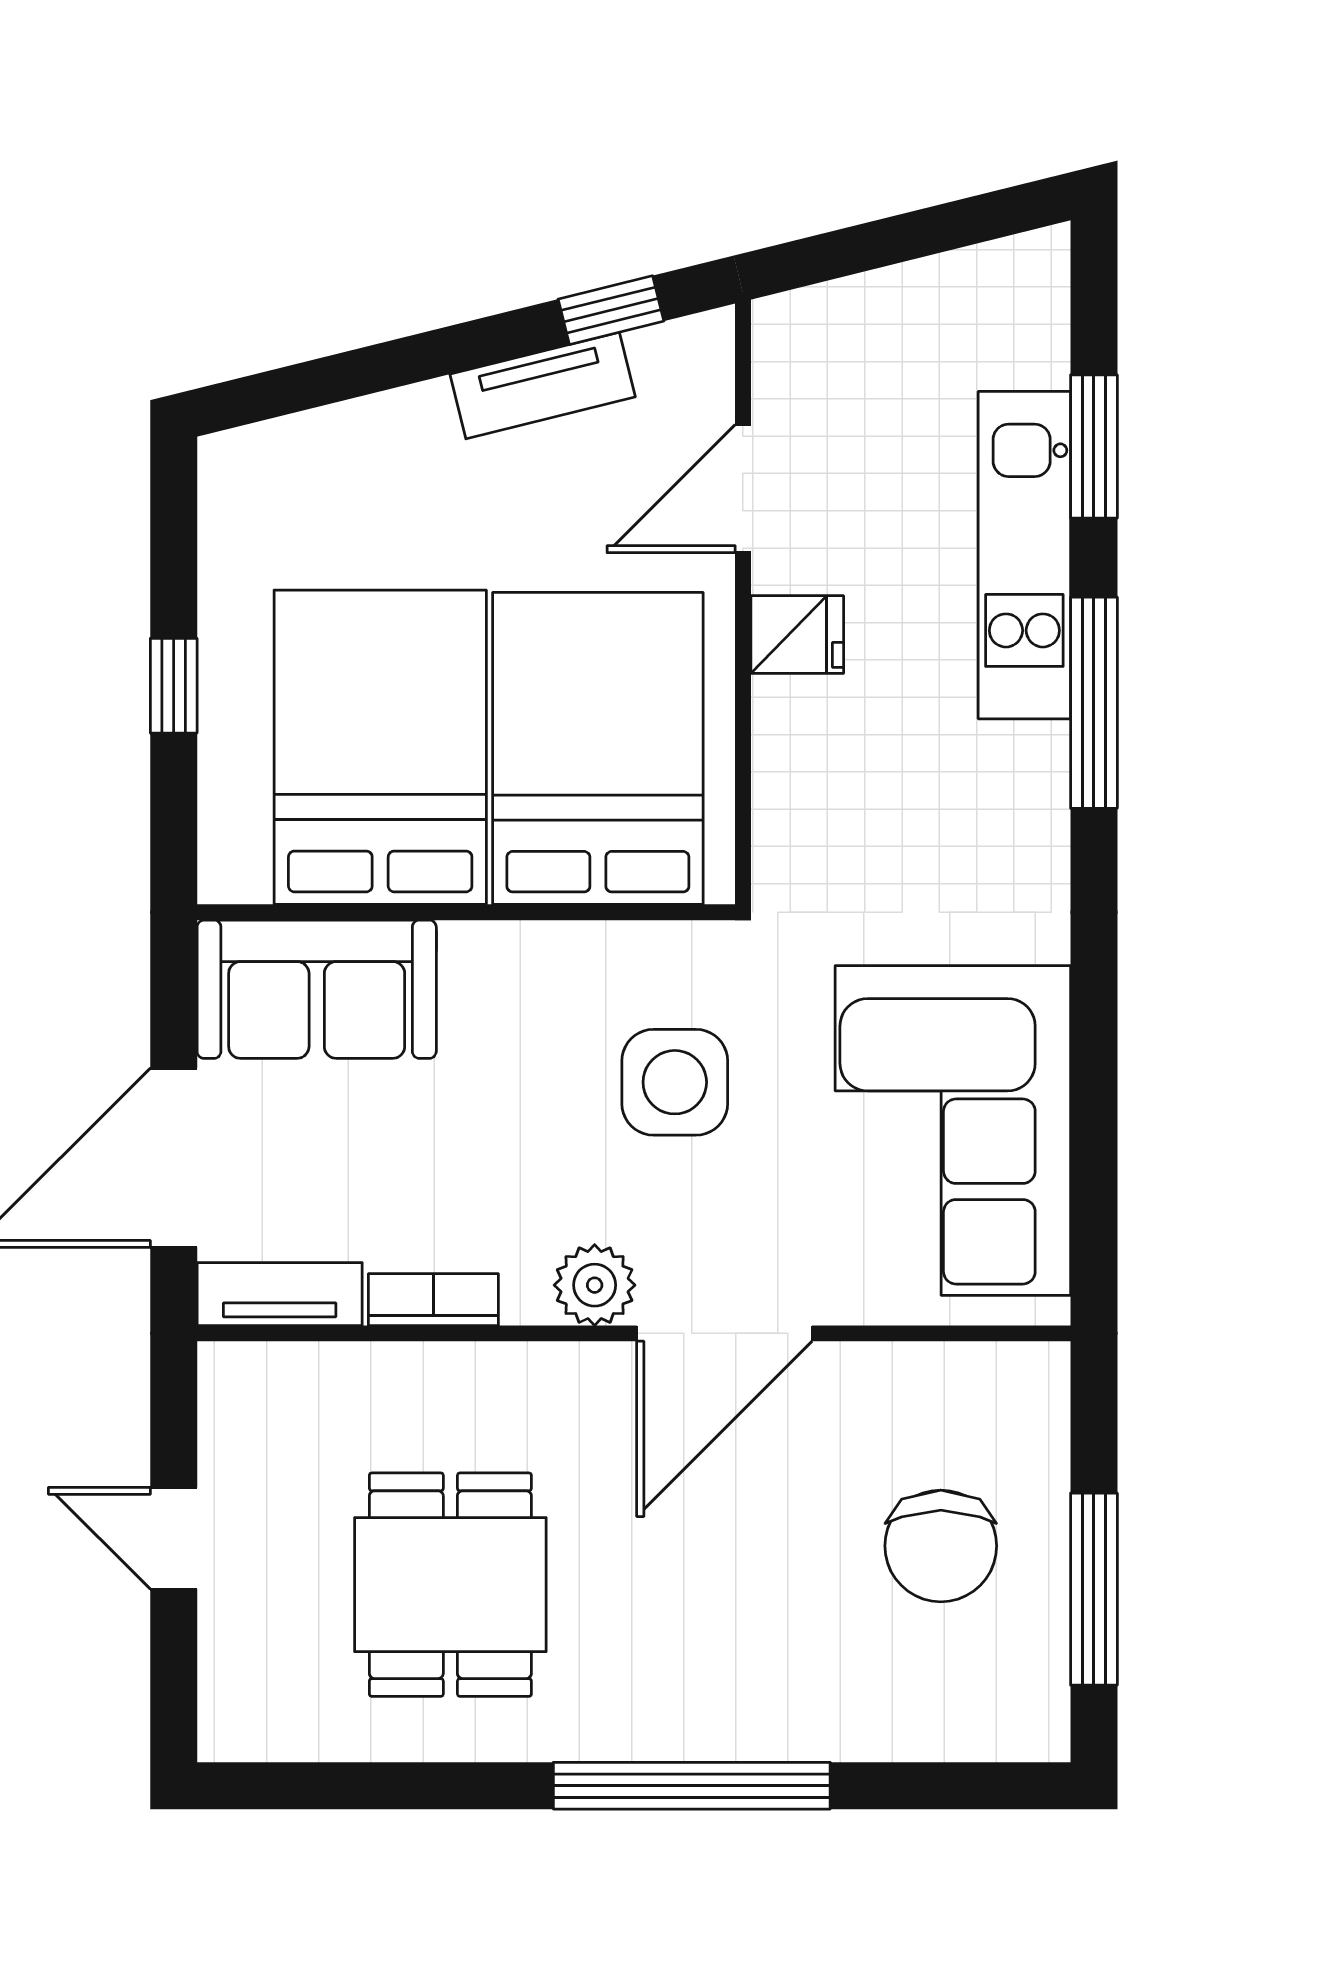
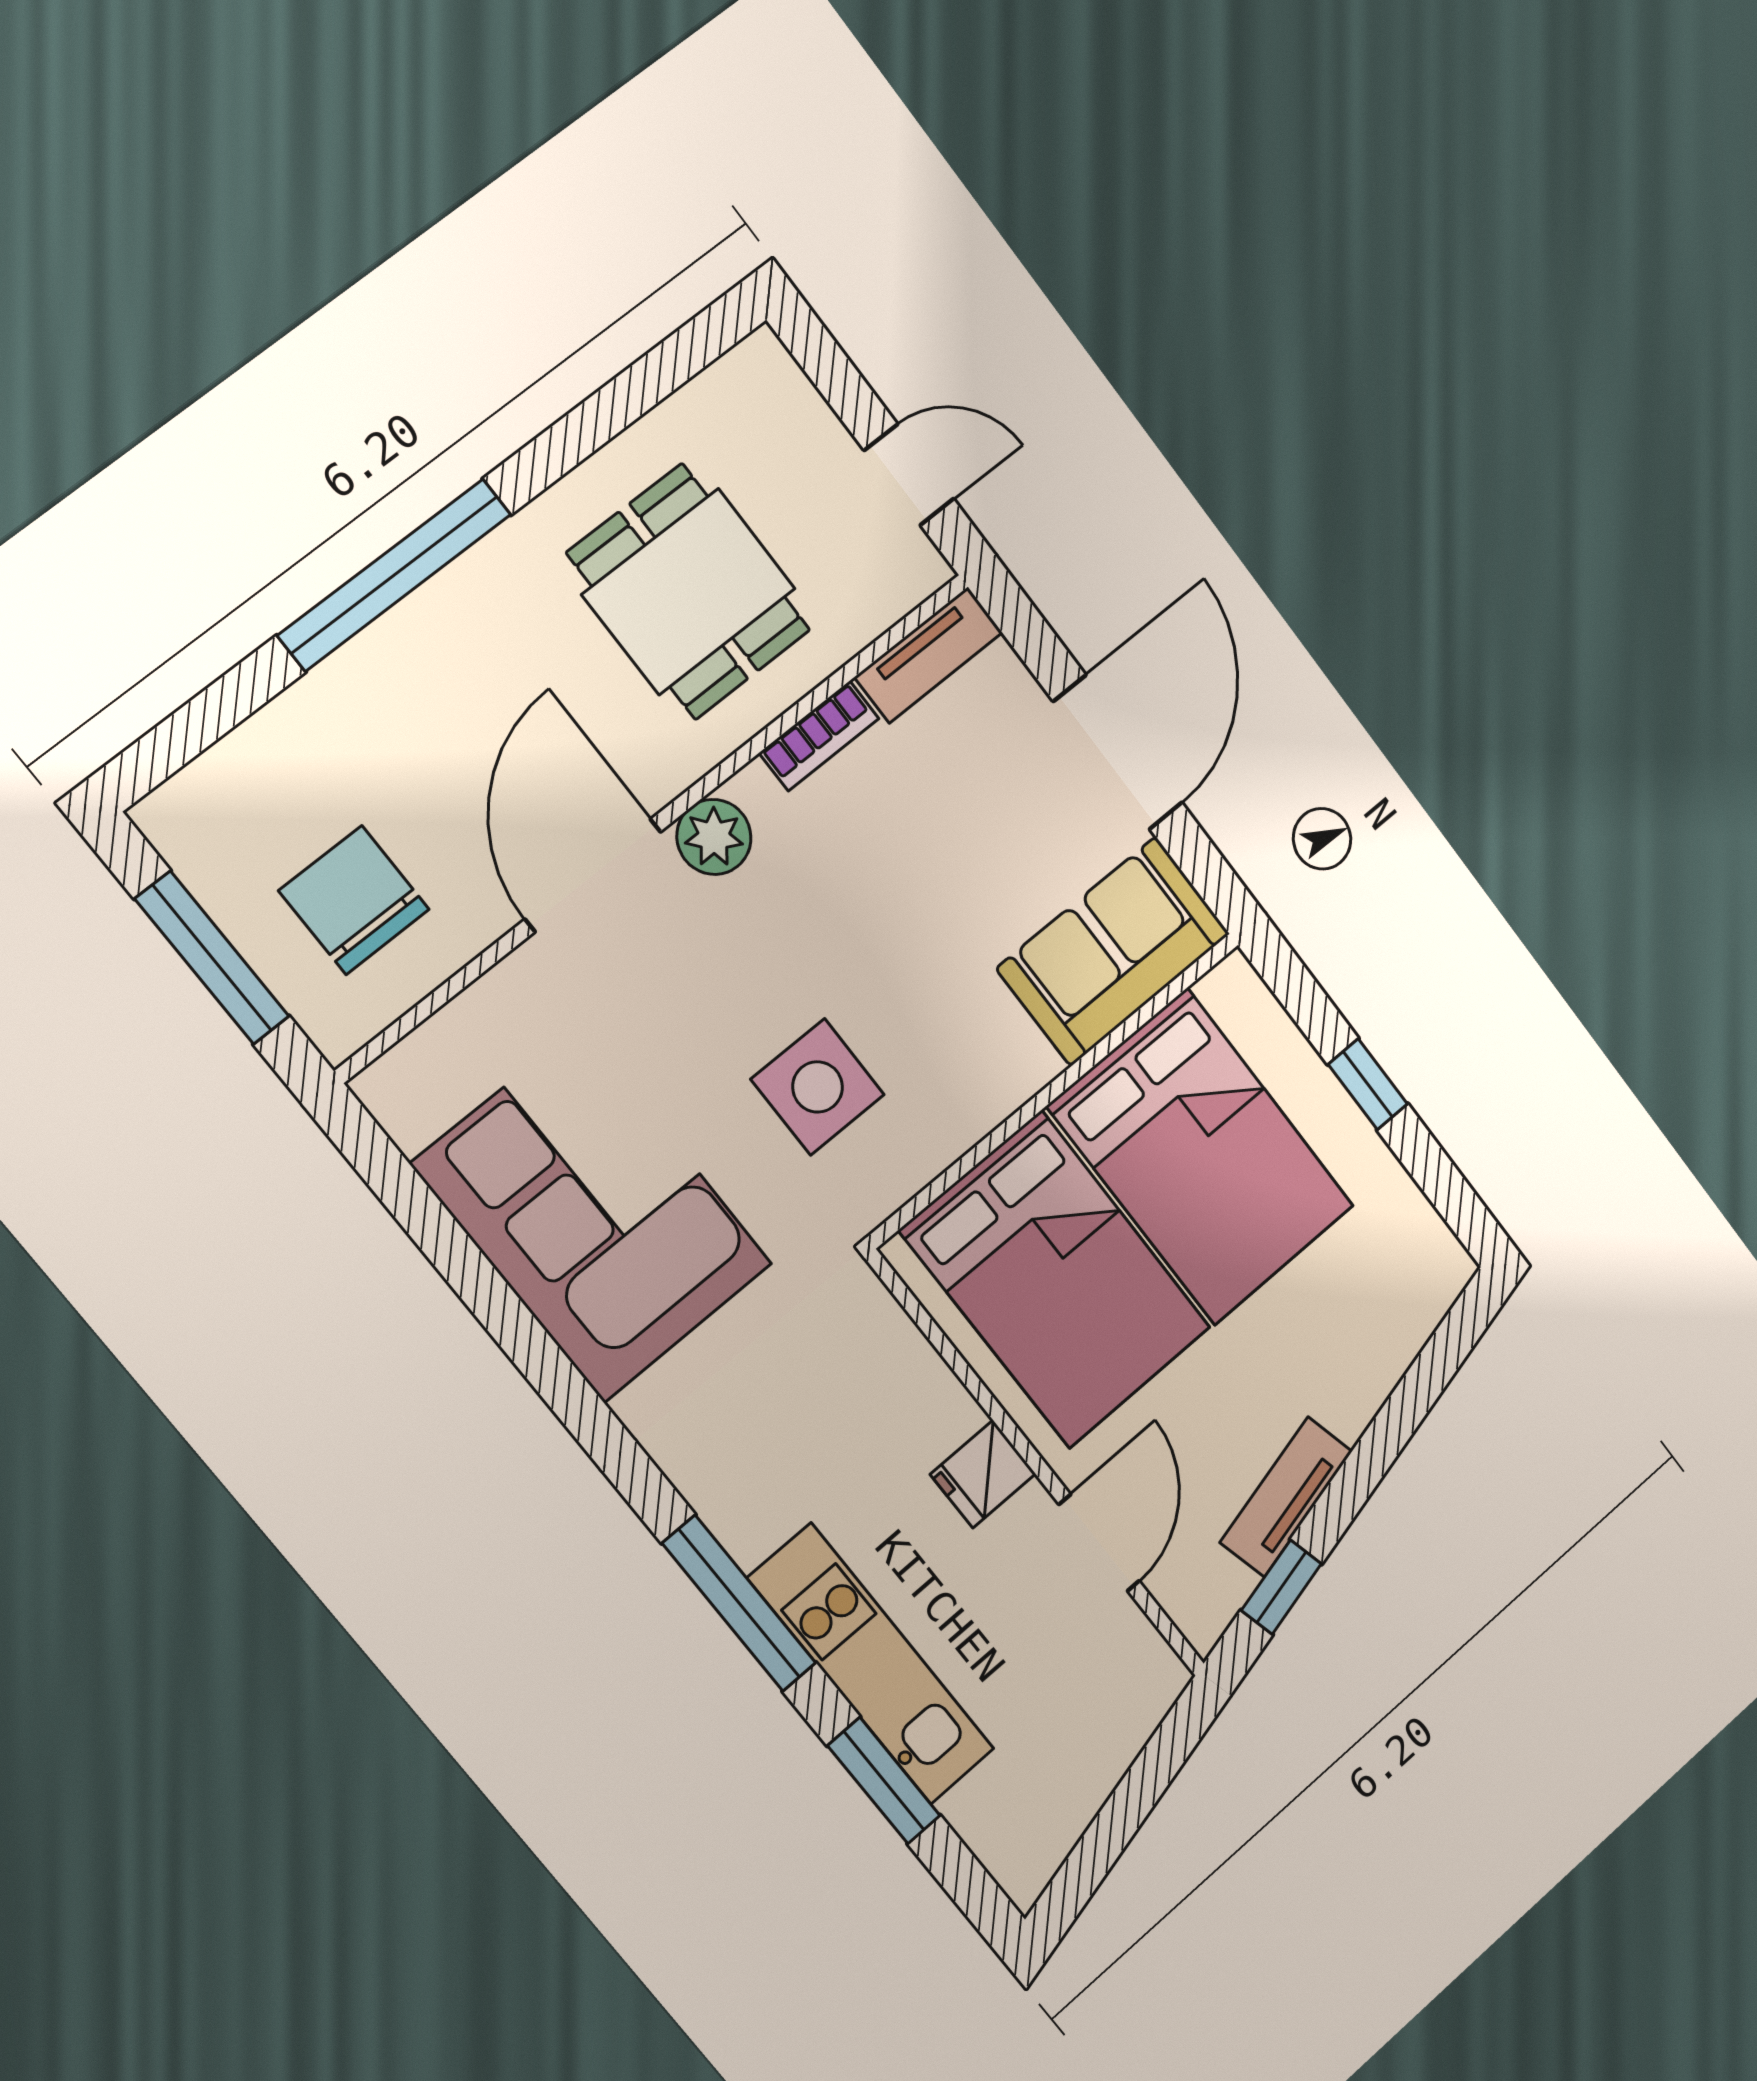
plant: (595, 1285) -> (714, 837), moved
tv unit: (280, 1294) -> (929, 655), moved
bookcase: (433, 1300) -> (819, 736), moved
wall: (634, 1333) -> (658, 824), moved
door: (724, 1333) -> (593, 875), moved

